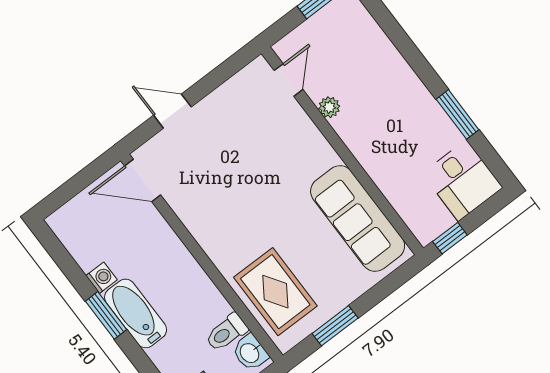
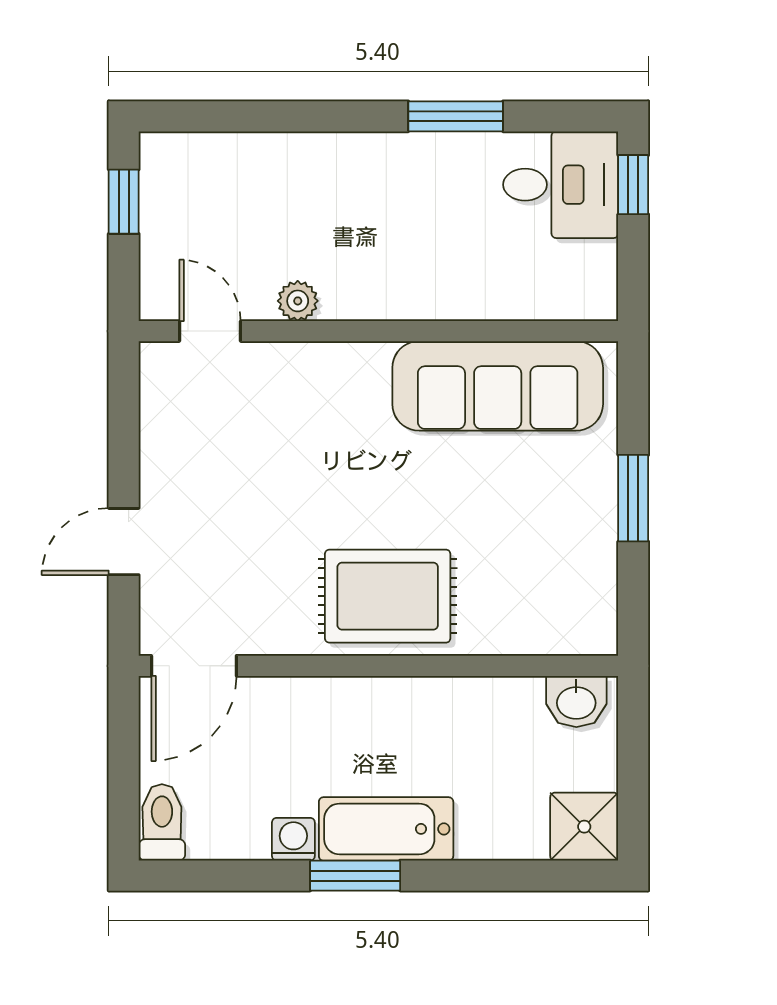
window: (450, 238) -> (633, 185), moved
rug: (275, 292) -> (388, 596), moved
window: (335, 326) -> (633, 498), moved
toilet: (226, 332) -> (162, 822), moved, turned 180

